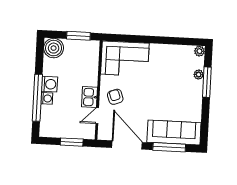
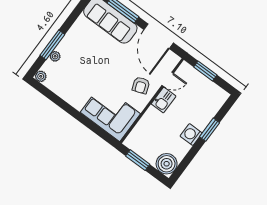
window: (37, 98) -> (210, 130), width x0.47
washing machine: (47, 98) -> (202, 124), removed

